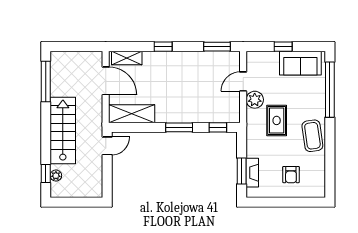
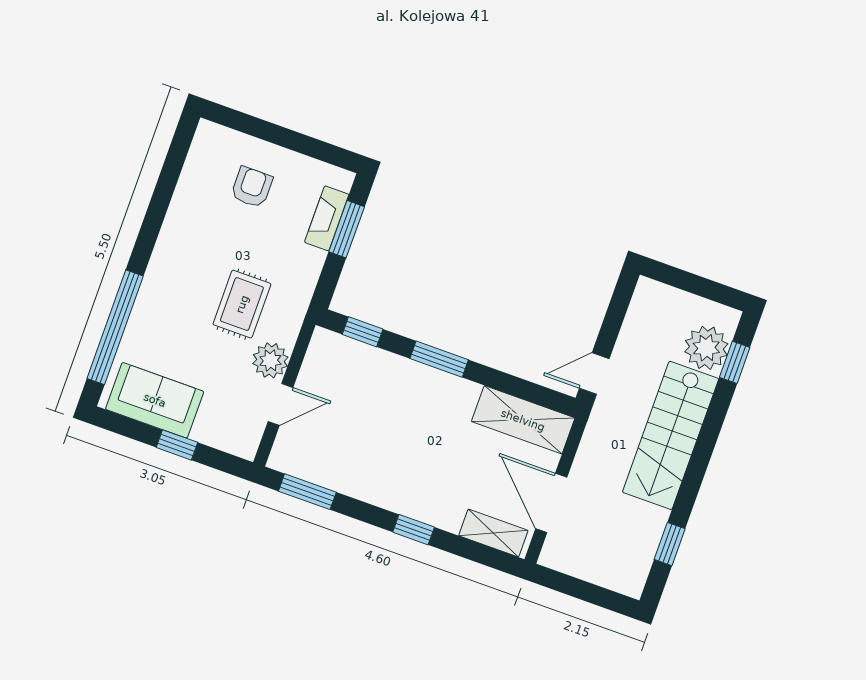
window: (46, 81) -> (670, 544), width x0.46
coffee table: (312, 136) -> (182, 249), removed
plant: (56, 176) -> (706, 348), width x1.88, depth x1.88

